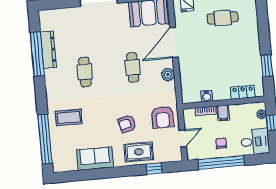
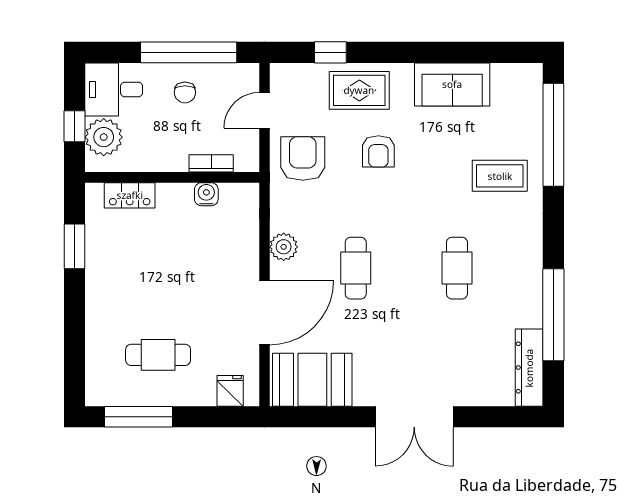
dresser: (48, 50) -> (529, 368), moved
filing cabinet: (223, 113) -> (175, 156), removed
plant: (262, 114) -> (104, 137), width x1.87, depth x1.87
armchair: (127, 124) -> (378, 151), turned 104

